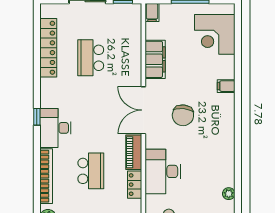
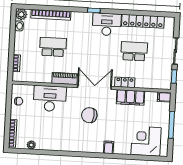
desk: (55, 128) -> (107, 24), moved
school desk: (91, 171) -> (53, 47), turned 180
locker: (135, 185) -> (125, 82), moved

